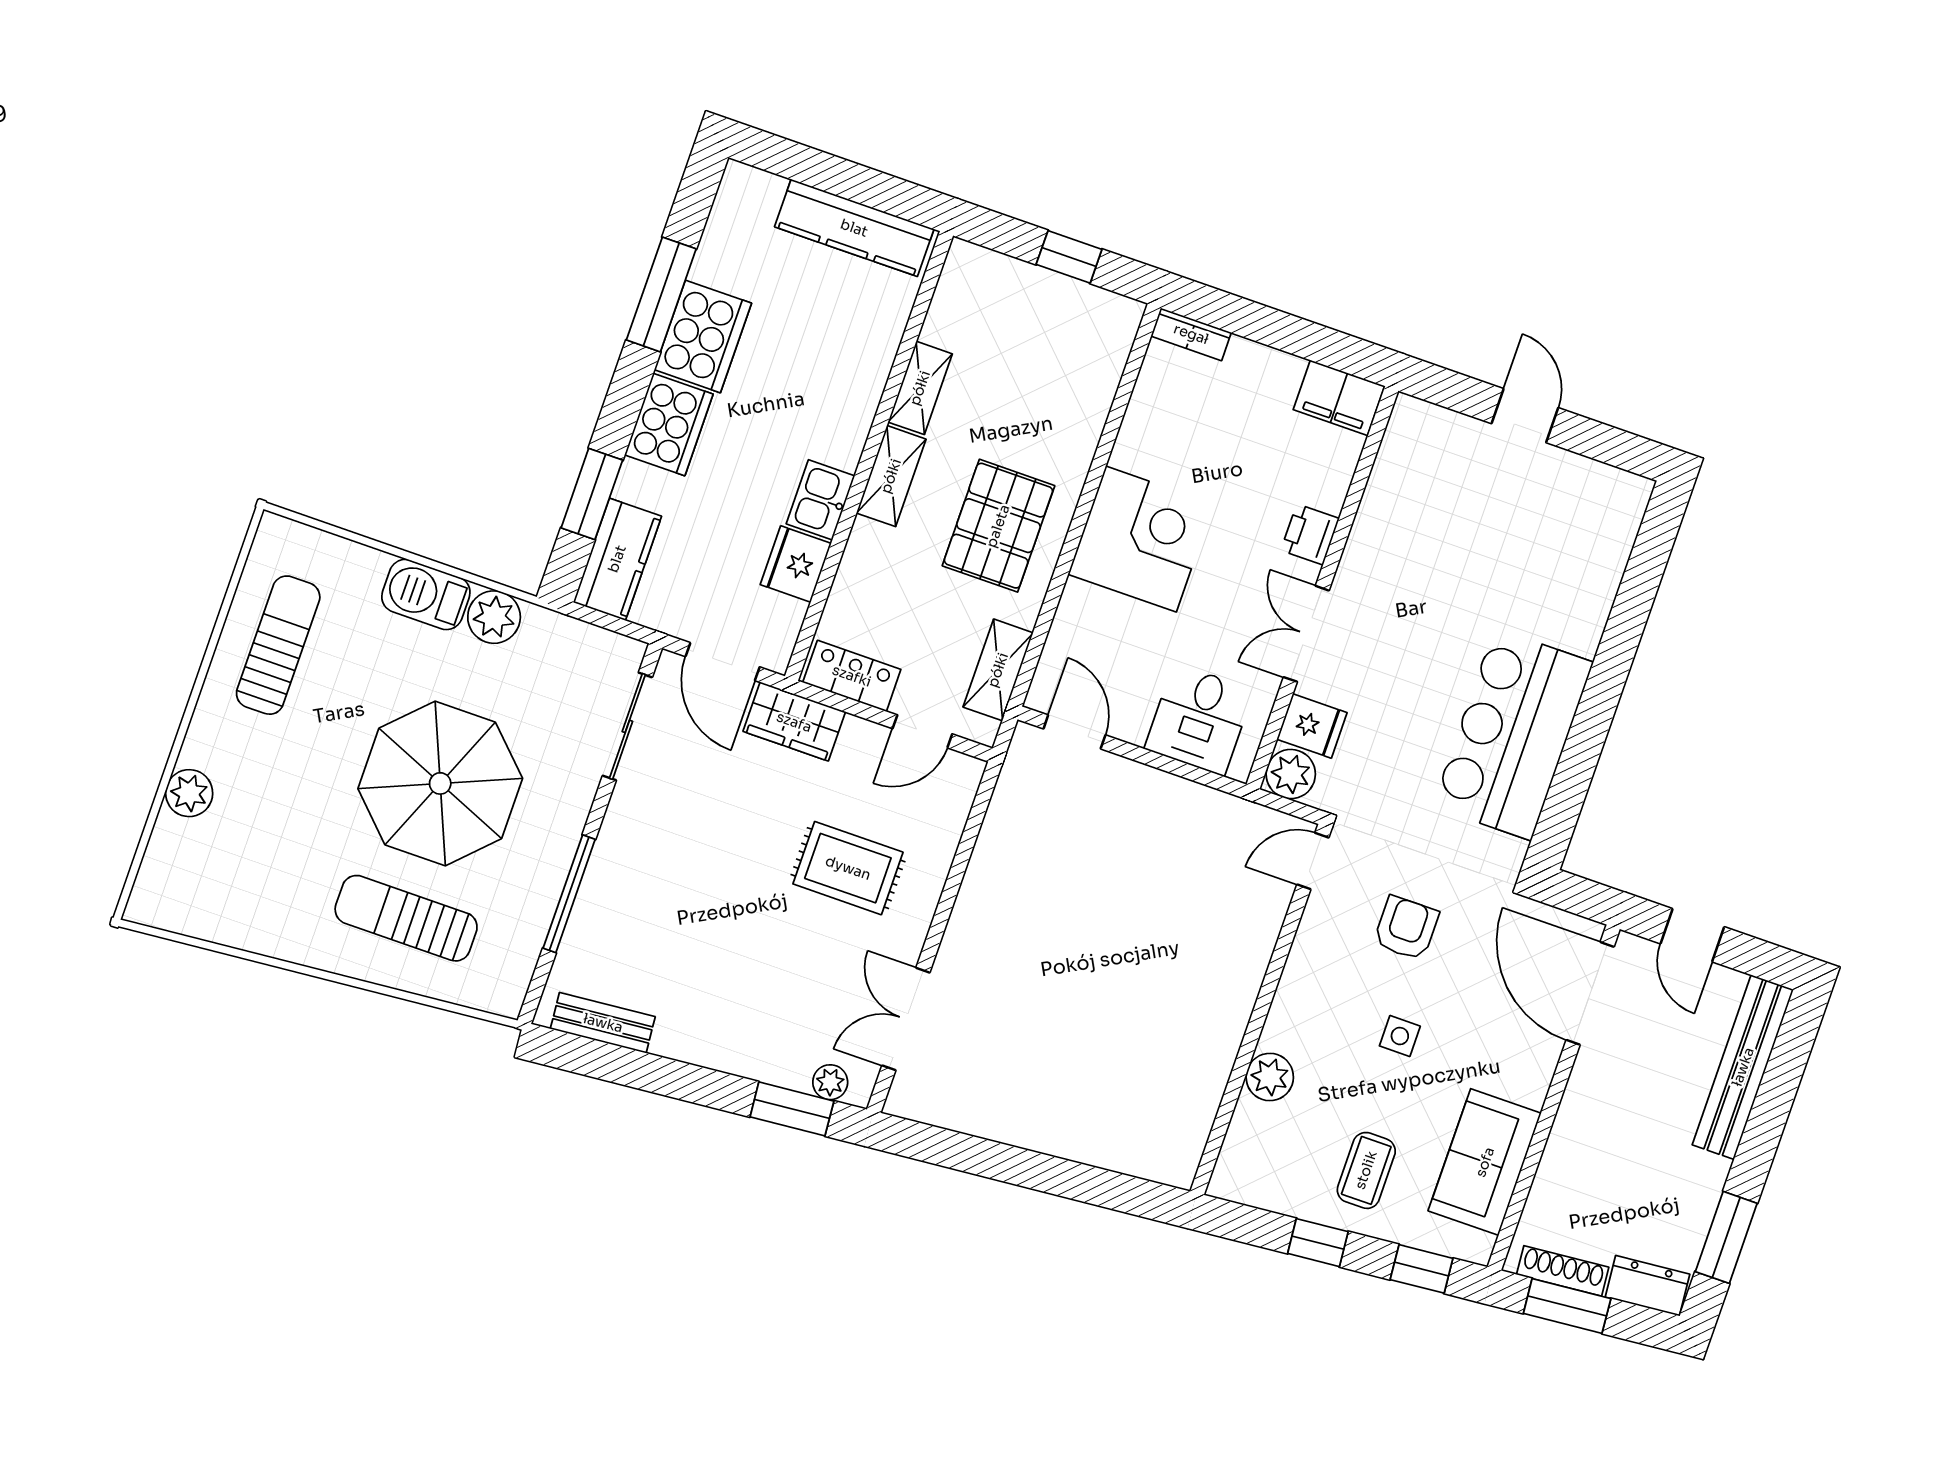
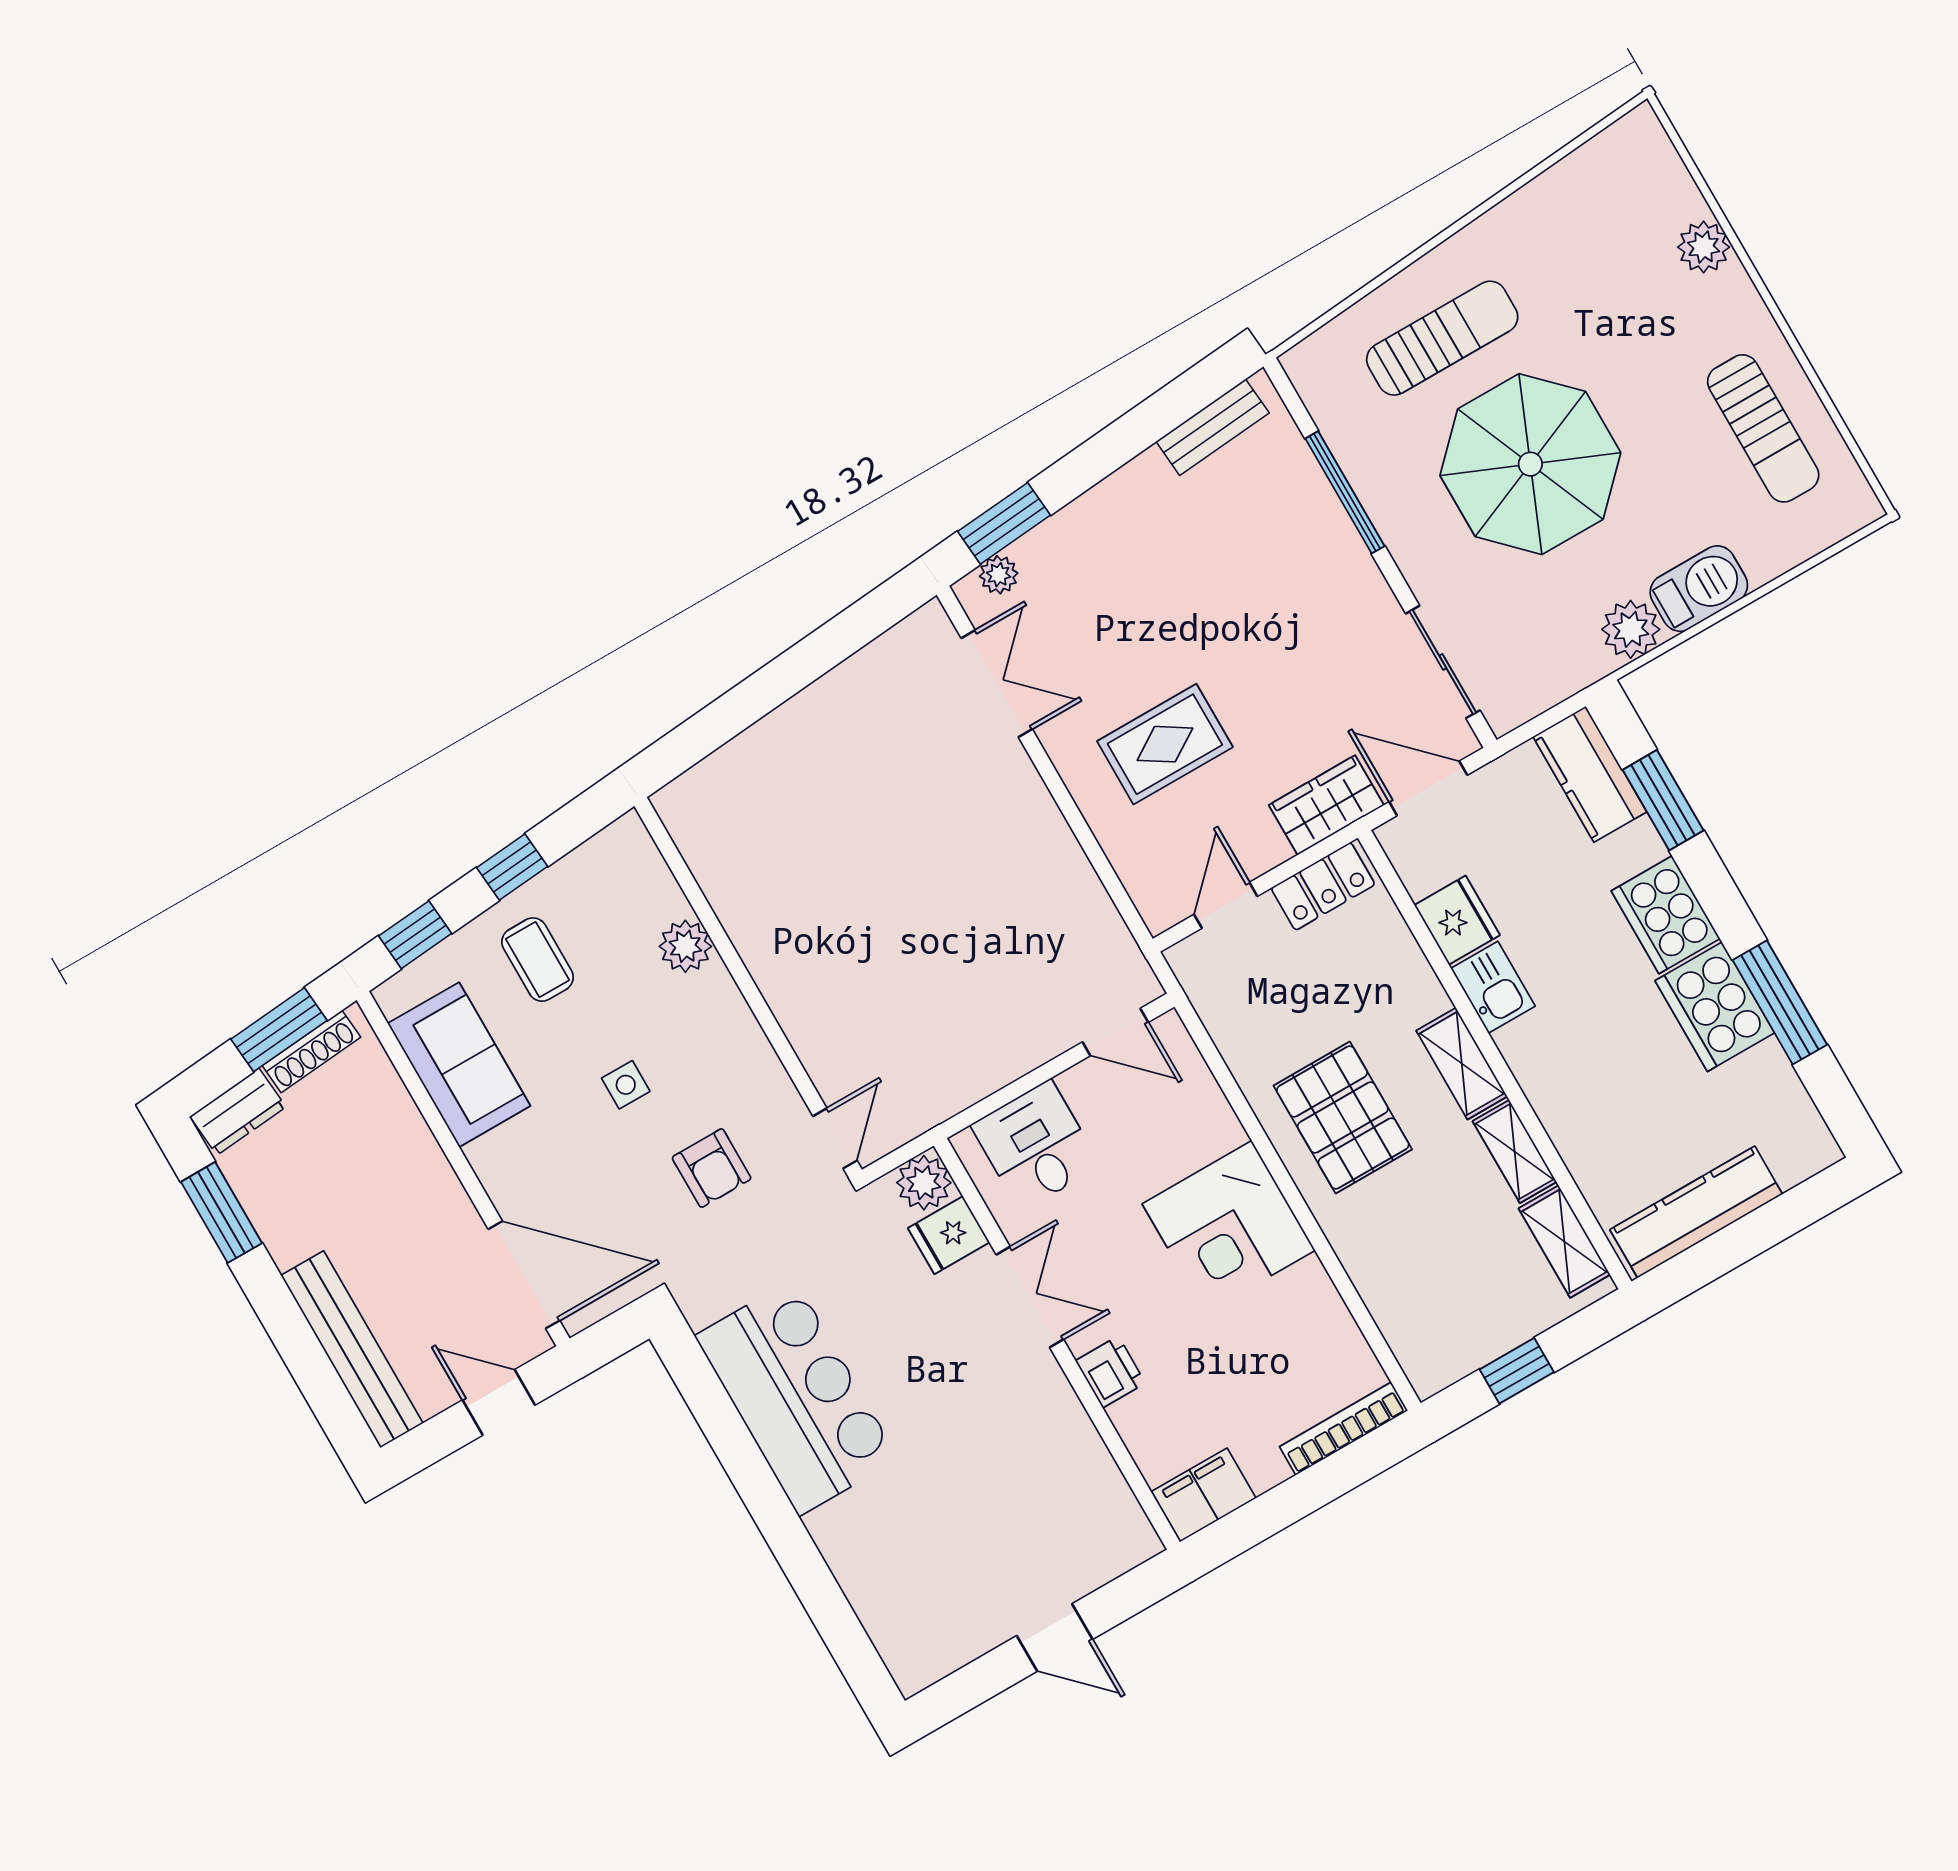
bookcase: (1191, 334) -> (1344, 1429), width x1.56
shelving: (998, 670) -> (1564, 1242), moved

